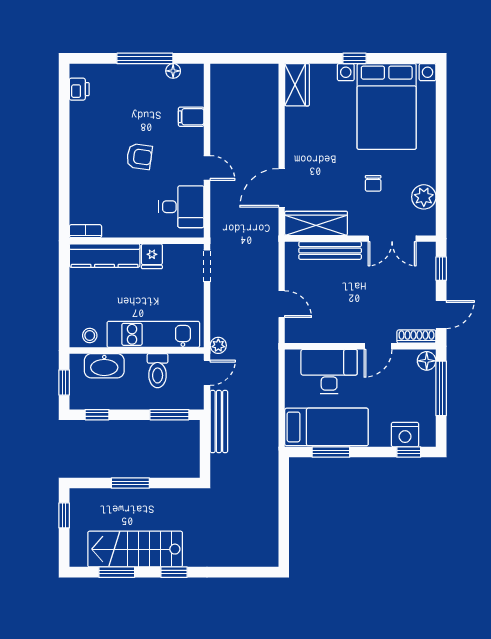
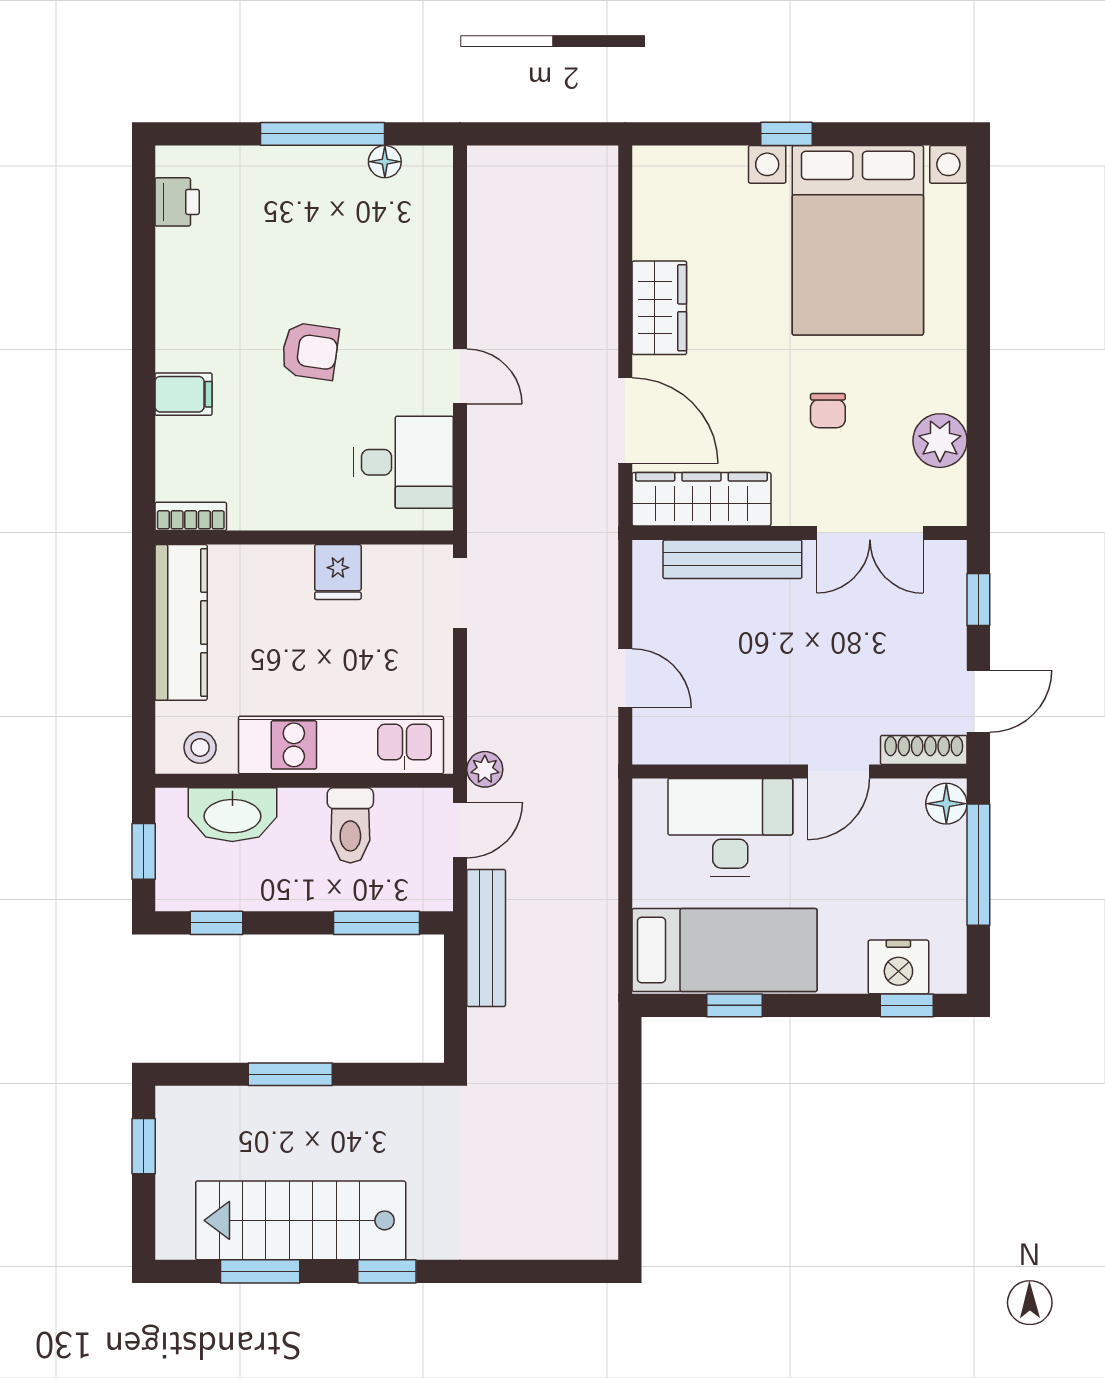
wardrobe: (297, 85) -> (659, 308), moved
filing cabinet: (191, 117) -> (183, 394), moved, turned 180
door: (282, 188) -> (625, 421), swing flipped
kitchen counter: (105, 256) -> (181, 622), moved, turned -90
window: (331, 452) -> (734, 1005), width x0.67

